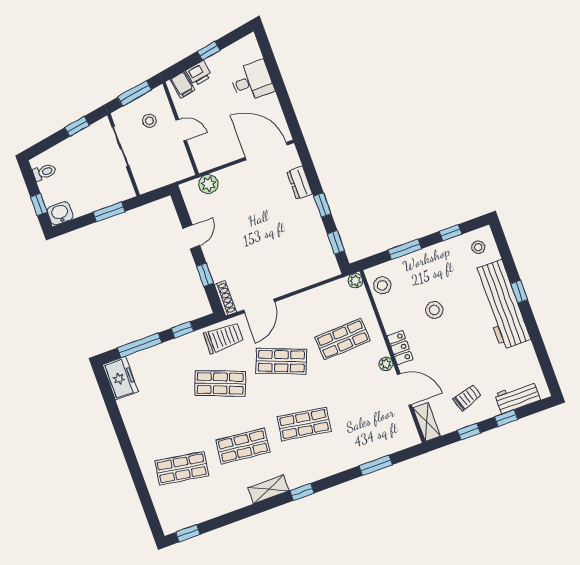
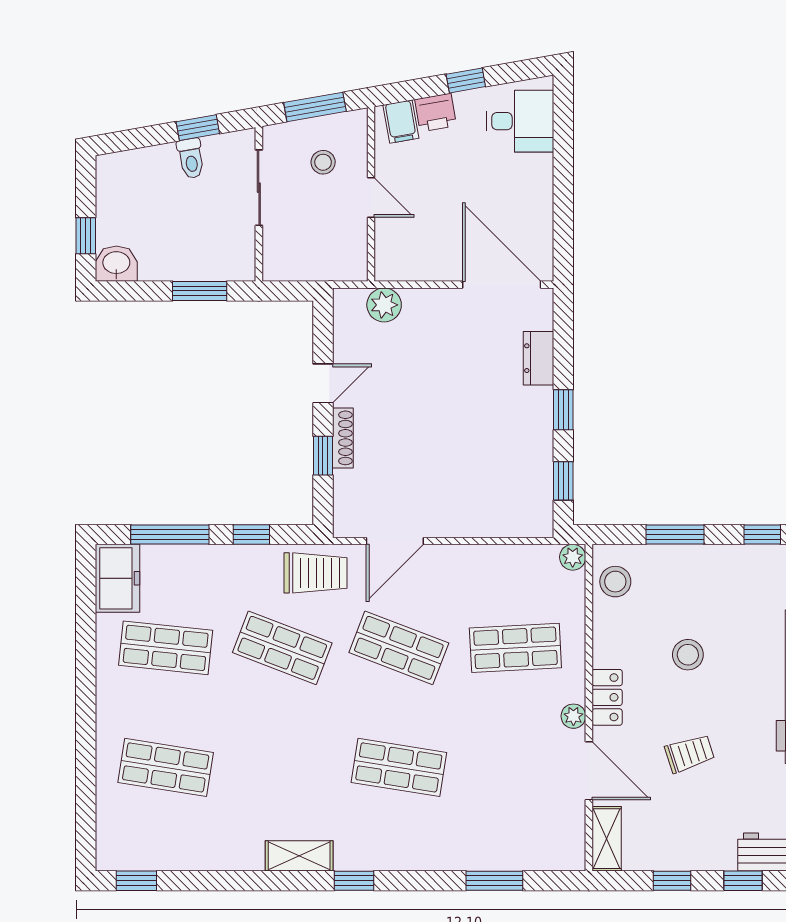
desk: (252, 81) -> (520, 121), moved
toilet: (44, 172) -> (191, 158), moved, turned 80
shoe rack: (225, 298) -> (343, 438), moved
trolley: (467, 398) -> (690, 754), moved
shop shelf: (243, 446) -> (166, 648), moved

